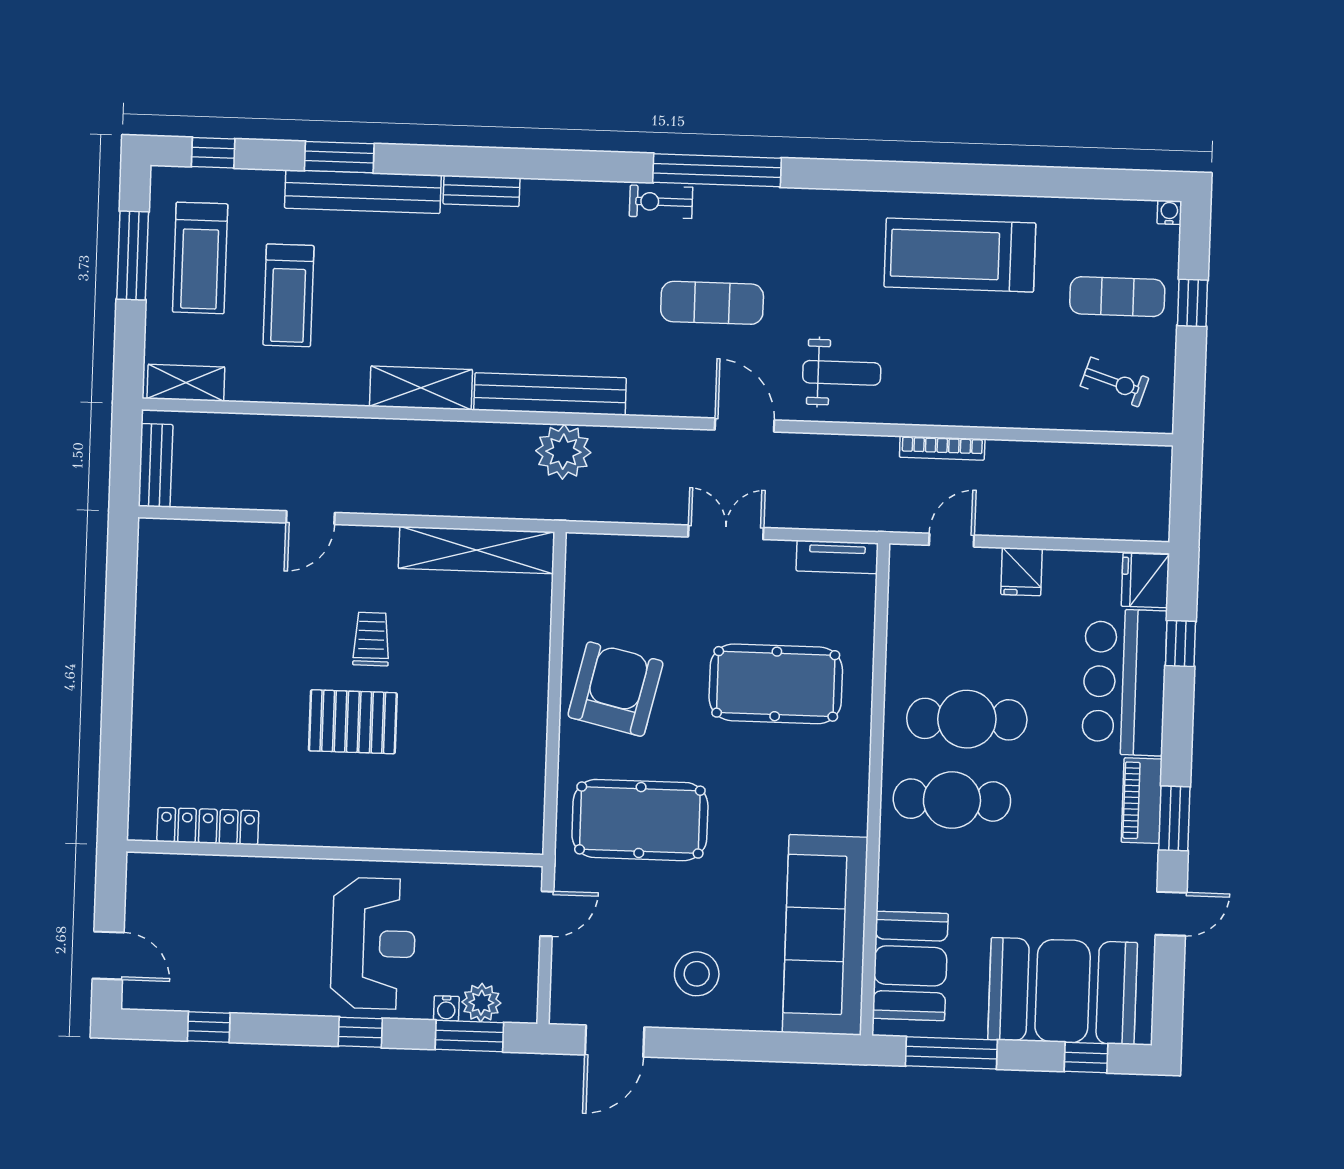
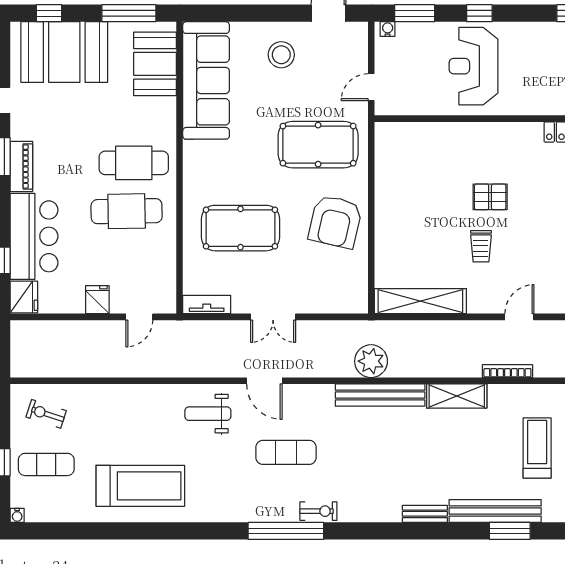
bookcase: (942, 448) -> (507, 371), moved
pallet: (353, 722) -> (490, 197), width x0.67, depth x0.71
plant: (481, 1003) -> (408, 33), removed
water cooler: (446, 1008) -> (388, 29), moved

